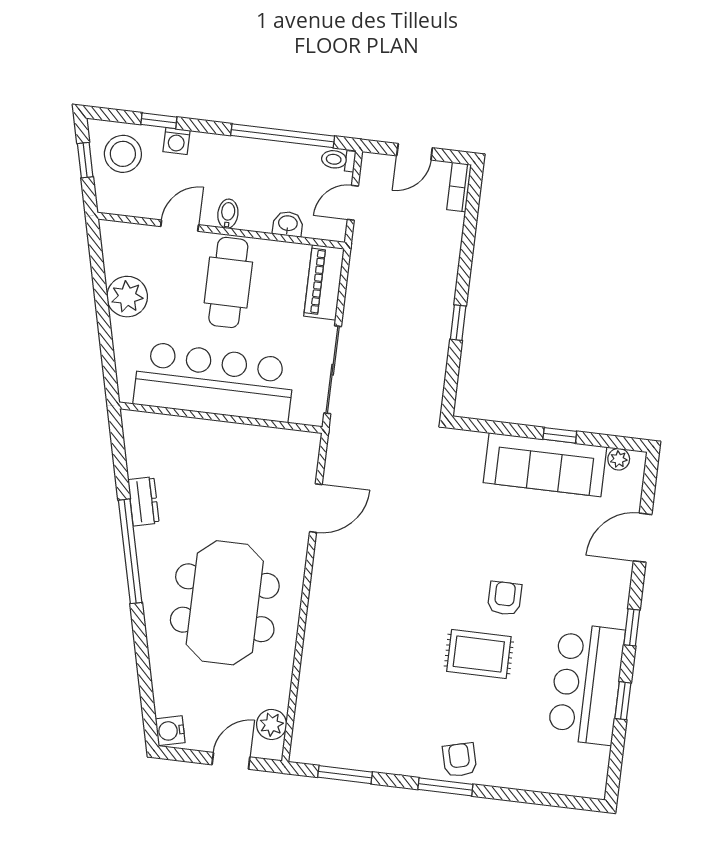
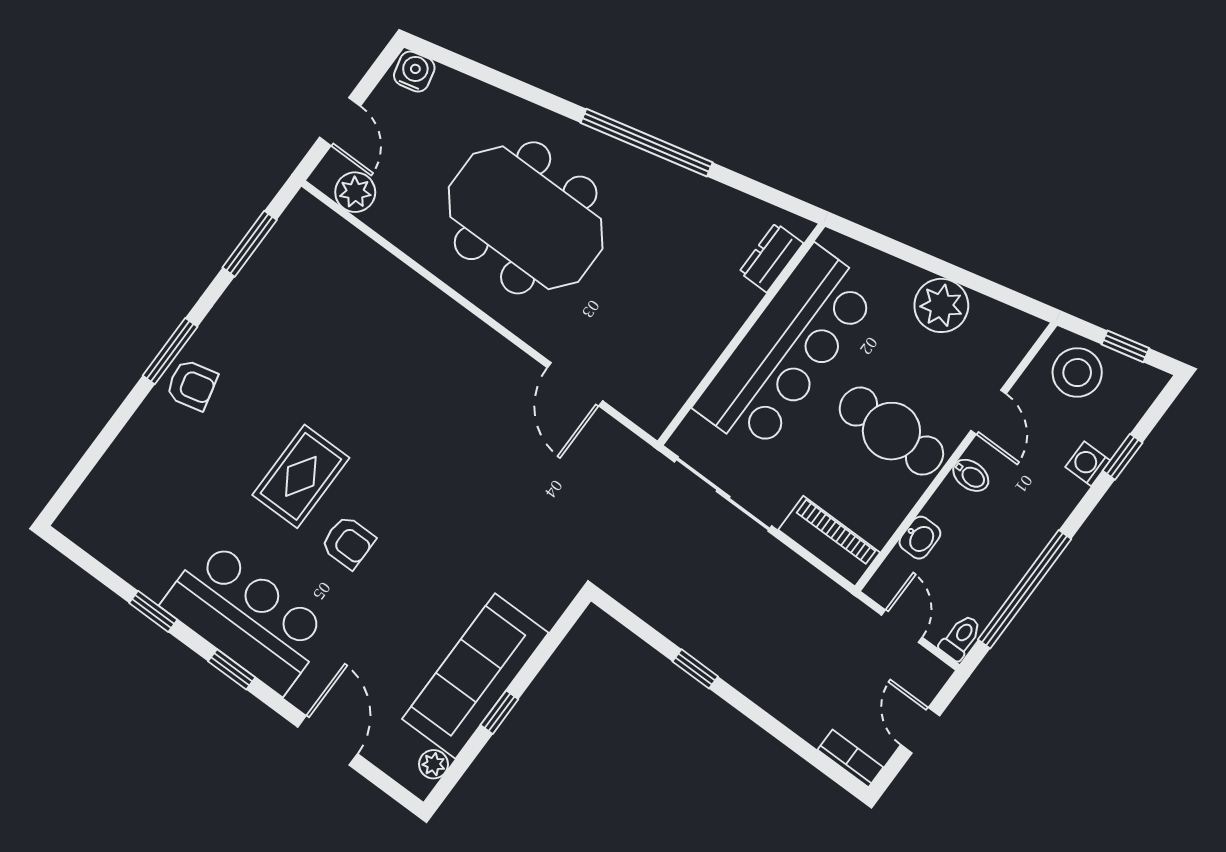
stool: (123, 154) -> (1077, 373), moved
dresser: (143, 501) -> (771, 258), moved, turned 103
bar counter: (586, 684) -> (246, 617), moved

